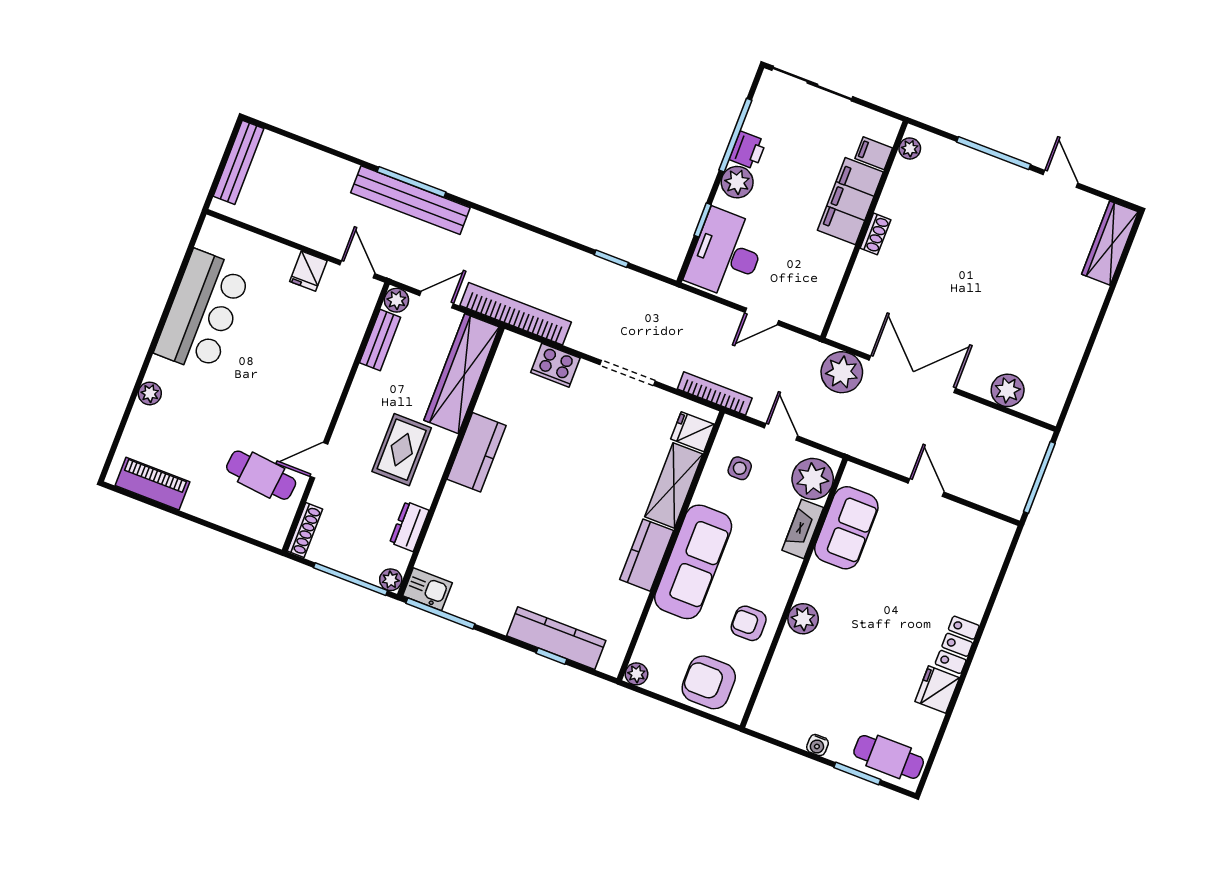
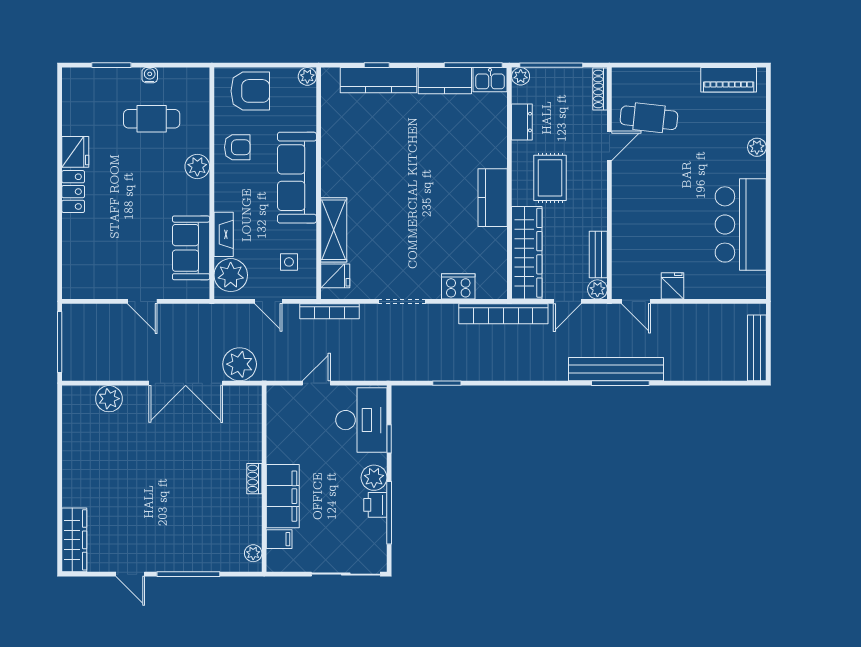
kitchen counter: (647, 555) -> (445, 81), moved, turned 90
cafe table: (889, 757) -> (152, 119), moved

